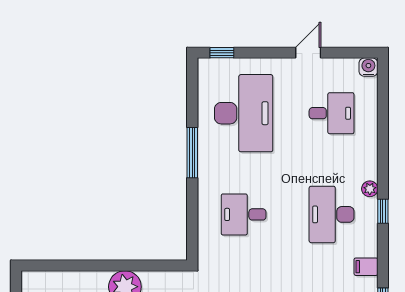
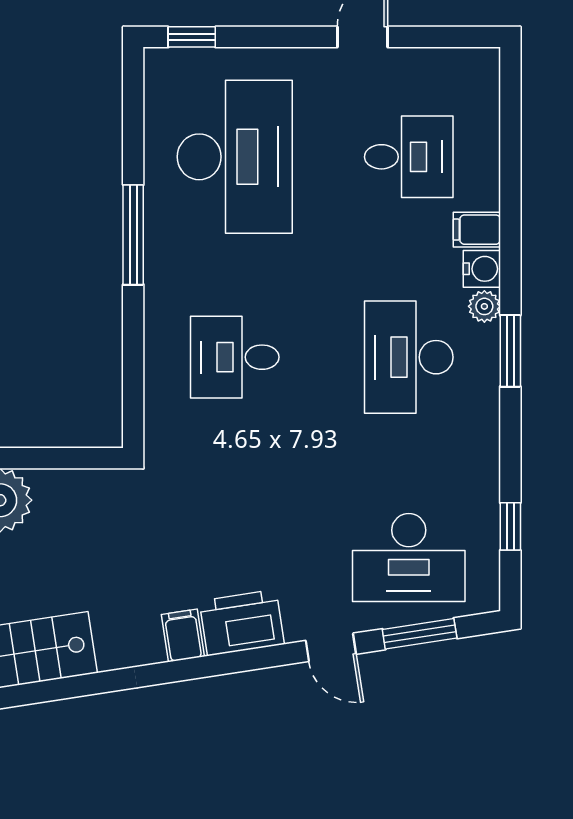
water cooler: (368, 67) -> (482, 269), moved, turned 90
window: (383, 211) -> (510, 351), width x1.50
filing cabinet: (366, 267) -> (477, 230), moved

